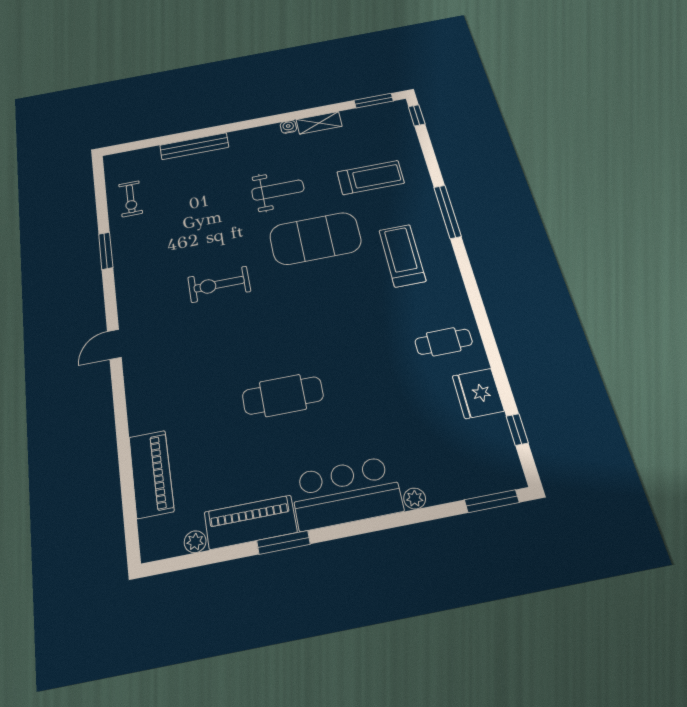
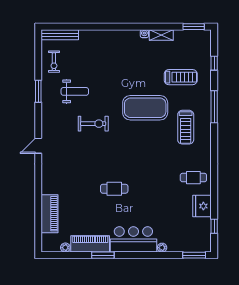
window: (417, 115) -> (214, 63), moved
bench: (194, 146) -> (60, 35), moved
weight bench: (278, 190) -> (75, 91), moved
treadmill: (402, 255) -> (186, 127), turned 180
exercise bike: (219, 284) -> (93, 124), turned 180
cafe table: (283, 395) -> (114, 189), width x0.73, depth x0.74

